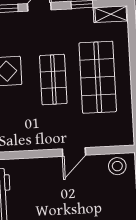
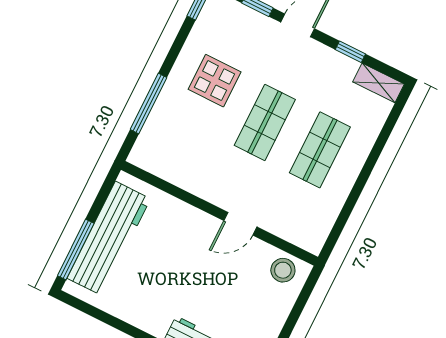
shop shelf: (98, 77) -> (320, 150), width x0.70, depth x0.74

